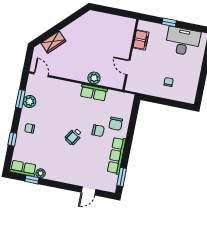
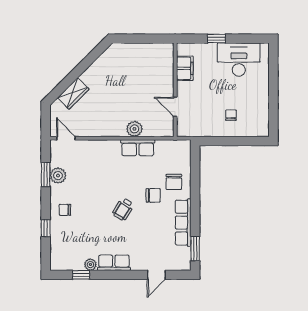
row of seats: (23, 168) -> (114, 263), moved

